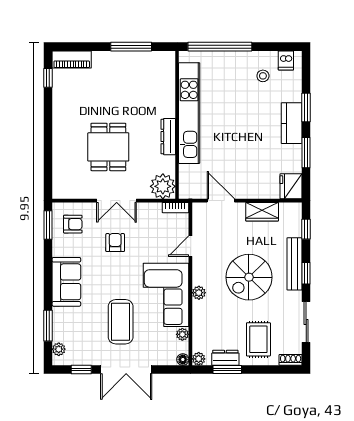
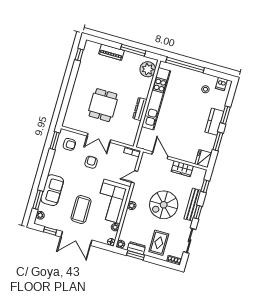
piano: (72, 60) -> (111, 52), moved
plant: (163, 186) -> (148, 69), moved
sofa: (66, 282) -> (52, 190), moved

